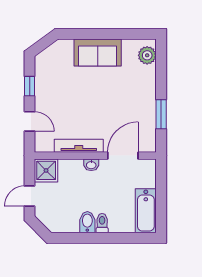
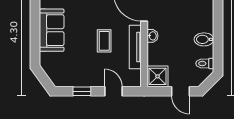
coffee table: (86, 111) -> (104, 41), added
door: (30, 121) -> (114, 91), hinge flipped
toilet: (102, 223) -> (205, 63), moved

